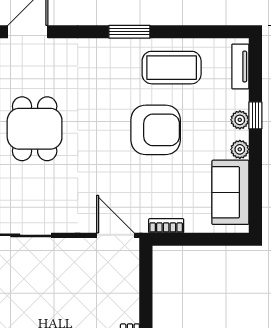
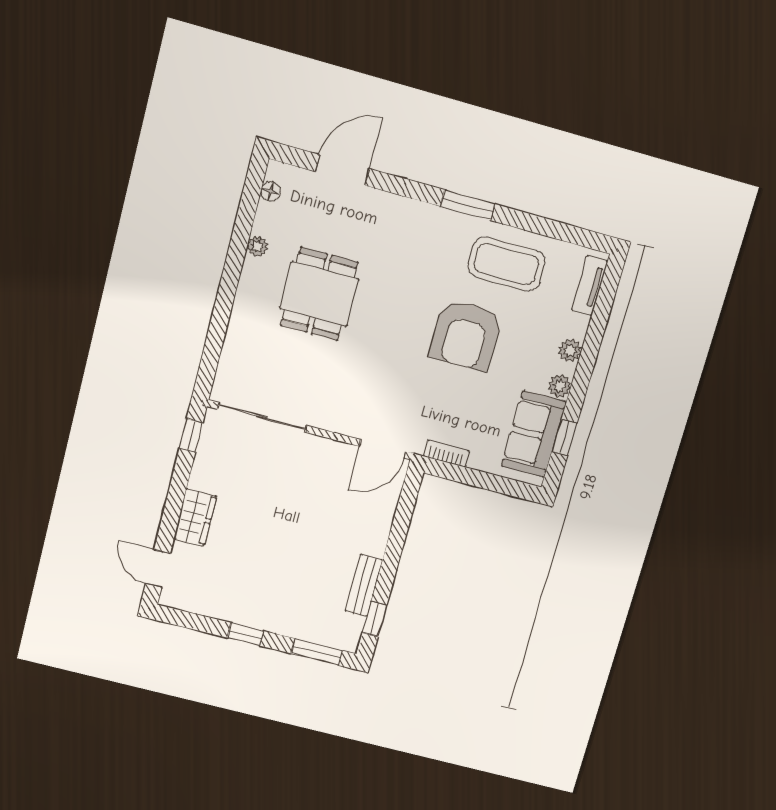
window: (255, 115) -> (564, 437), moved
armchair: (156, 130) -> (466, 335), turned 90
door: (115, 235) -> (383, 449), swing flipped

